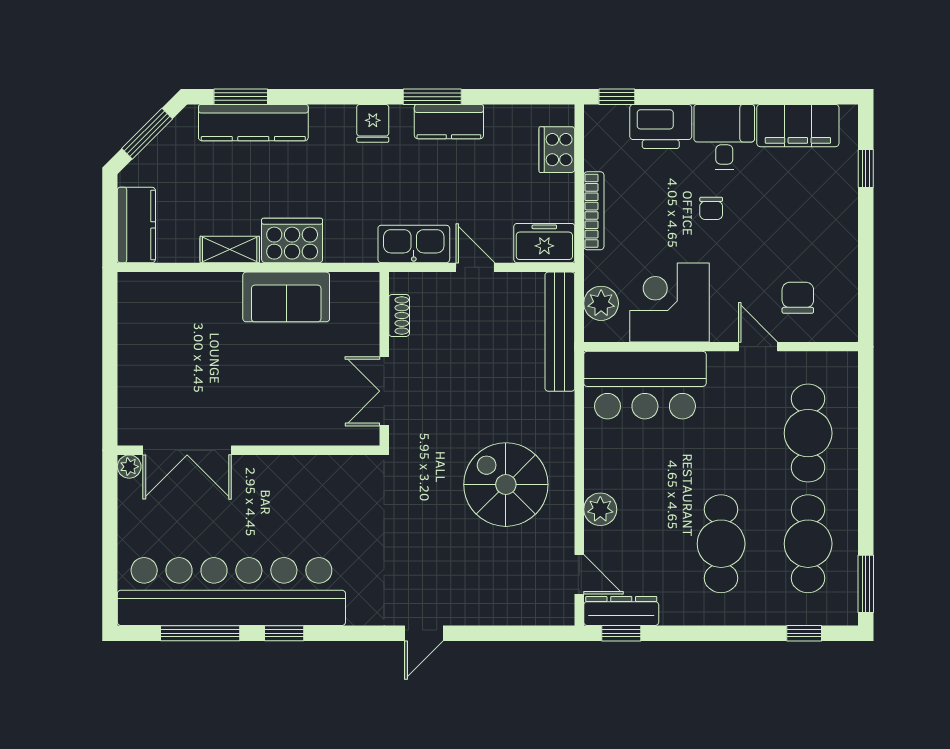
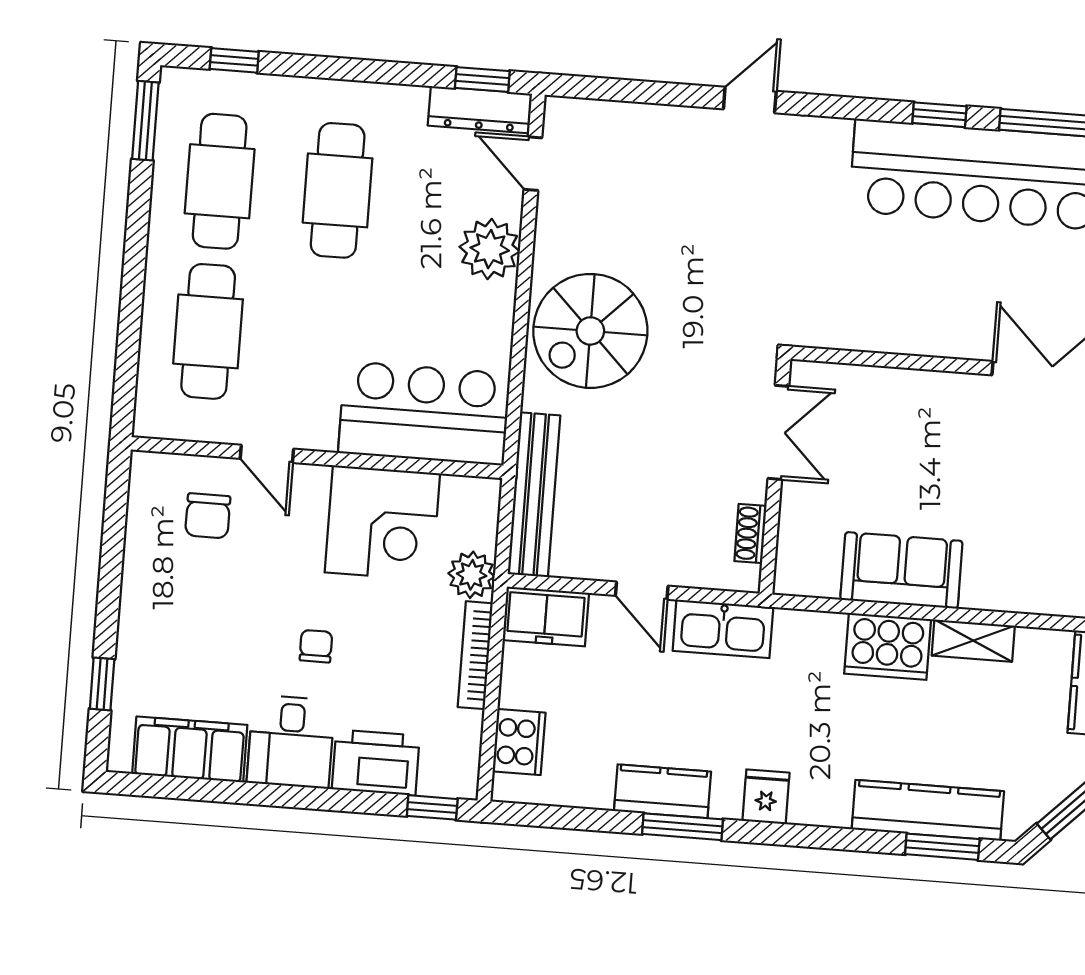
plant: (601, 303) -> (472, 575), moved
spiral stairs: (506, 485) -> (590, 331), moved, turned 90
plant: (600, 509) -> (490, 249), width x1.36, depth x1.36

